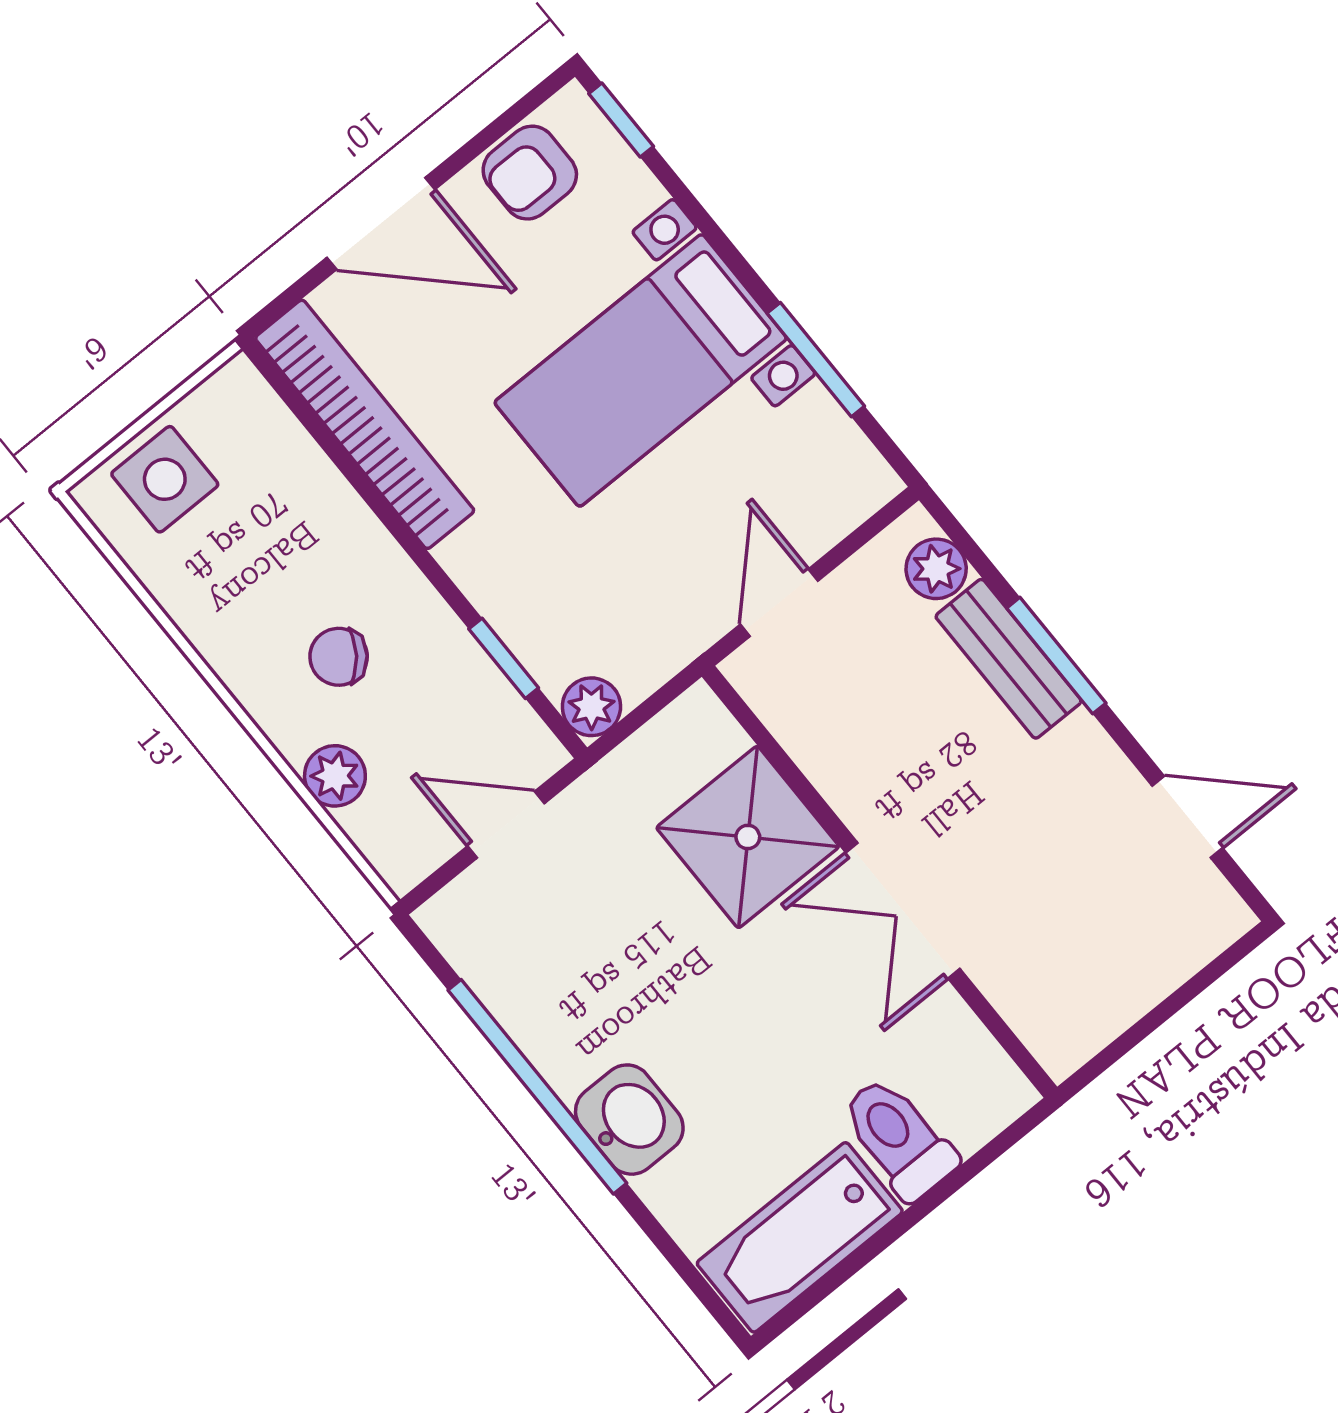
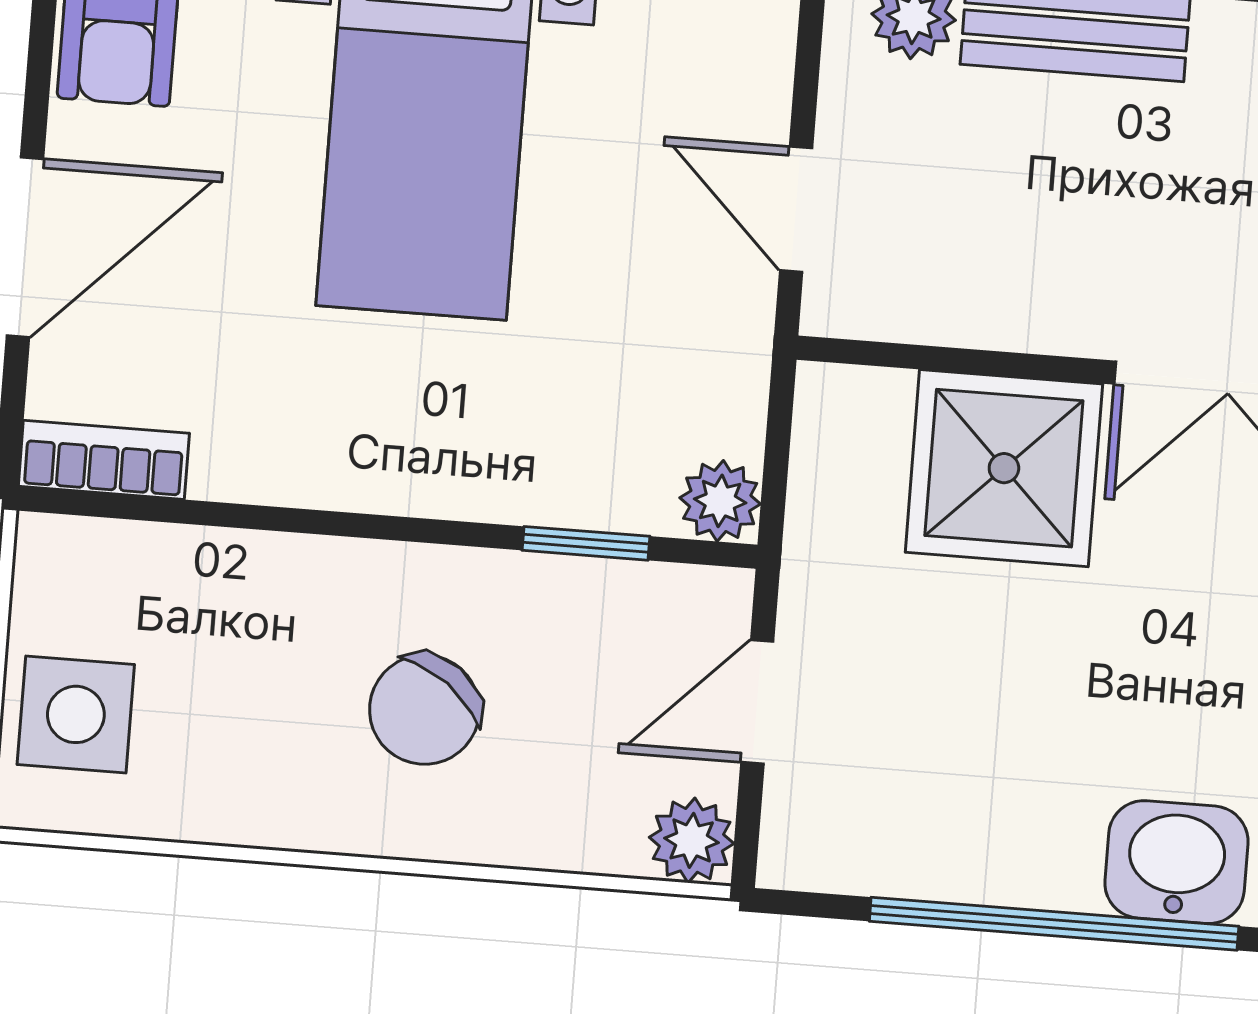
bookcase: (365, 424) -> (104, 460), width x0.43, depth x0.76
chair: (339, 657) -> (425, 710), width x1.37, depth x1.37
plant: (335, 776) -> (692, 840), moved

